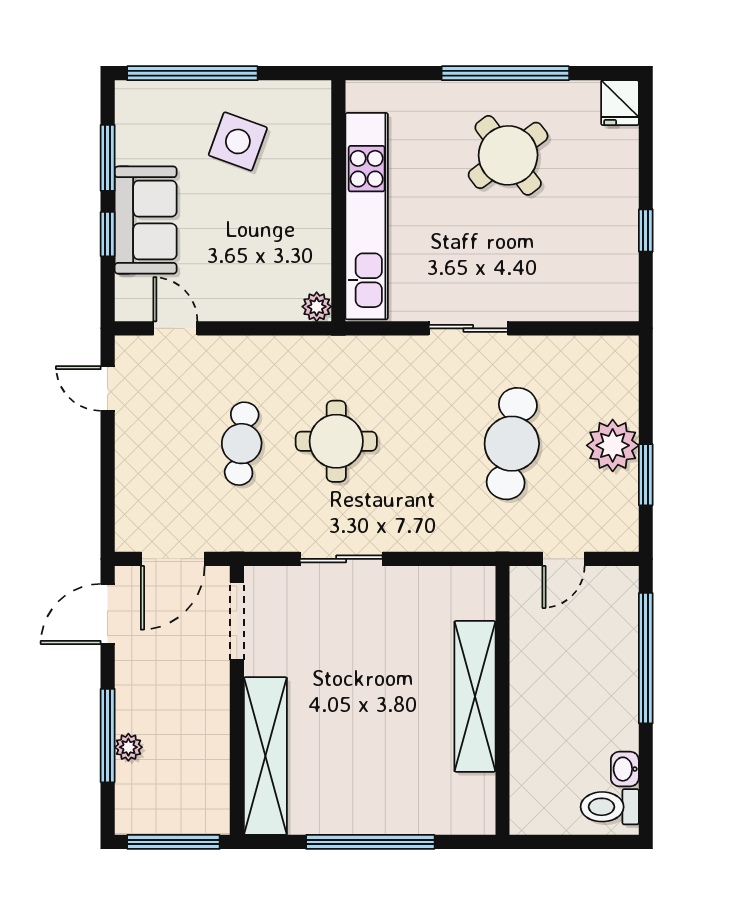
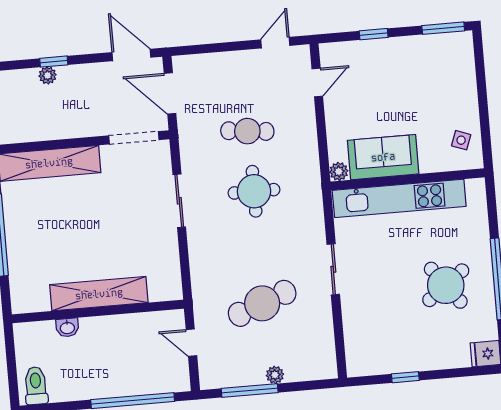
window: (192, 73) -> (481, 79), removed
side table: (238, 141) -> (461, 140), moved, width x0.54, depth x0.54
window: (108, 158) -> (443, 28), moved
sofa: (146, 220) -> (383, 157), moved, turned 180
cafe table: (512, 444) -> (262, 303), turned -30
plant: (613, 445) -> (275, 375), width x0.53, depth x0.53
window: (646, 475) -> (250, 391), width x1.44
window: (108, 736) -> (54, 62), width x0.46
washbasin: (625, 769) -> (67, 328), moved, turned 180

